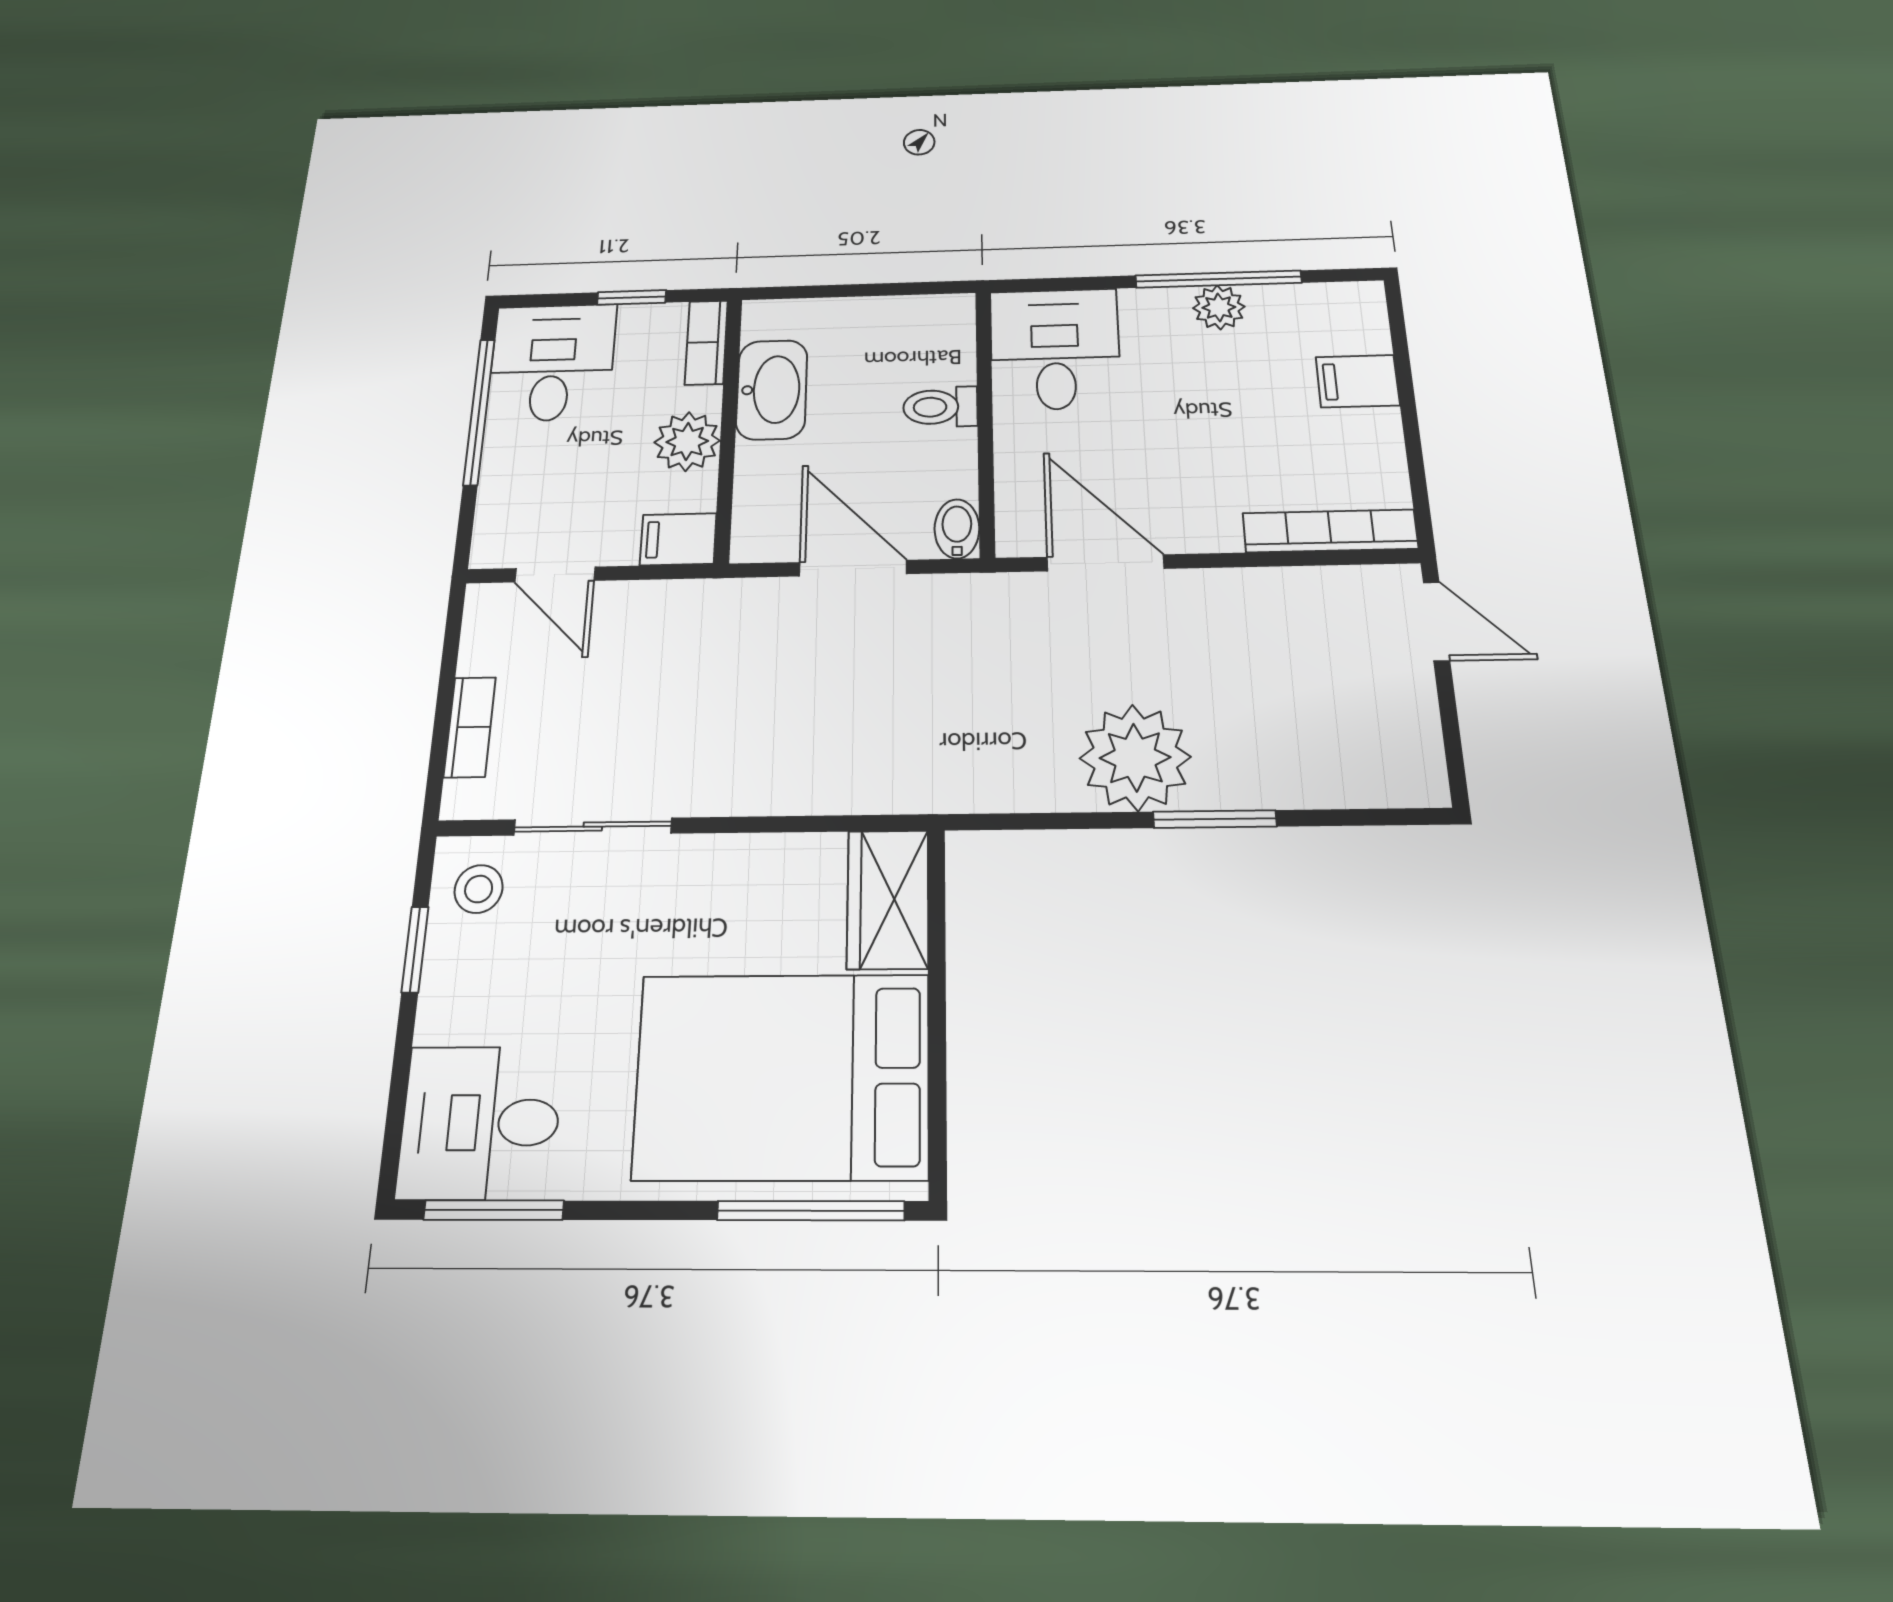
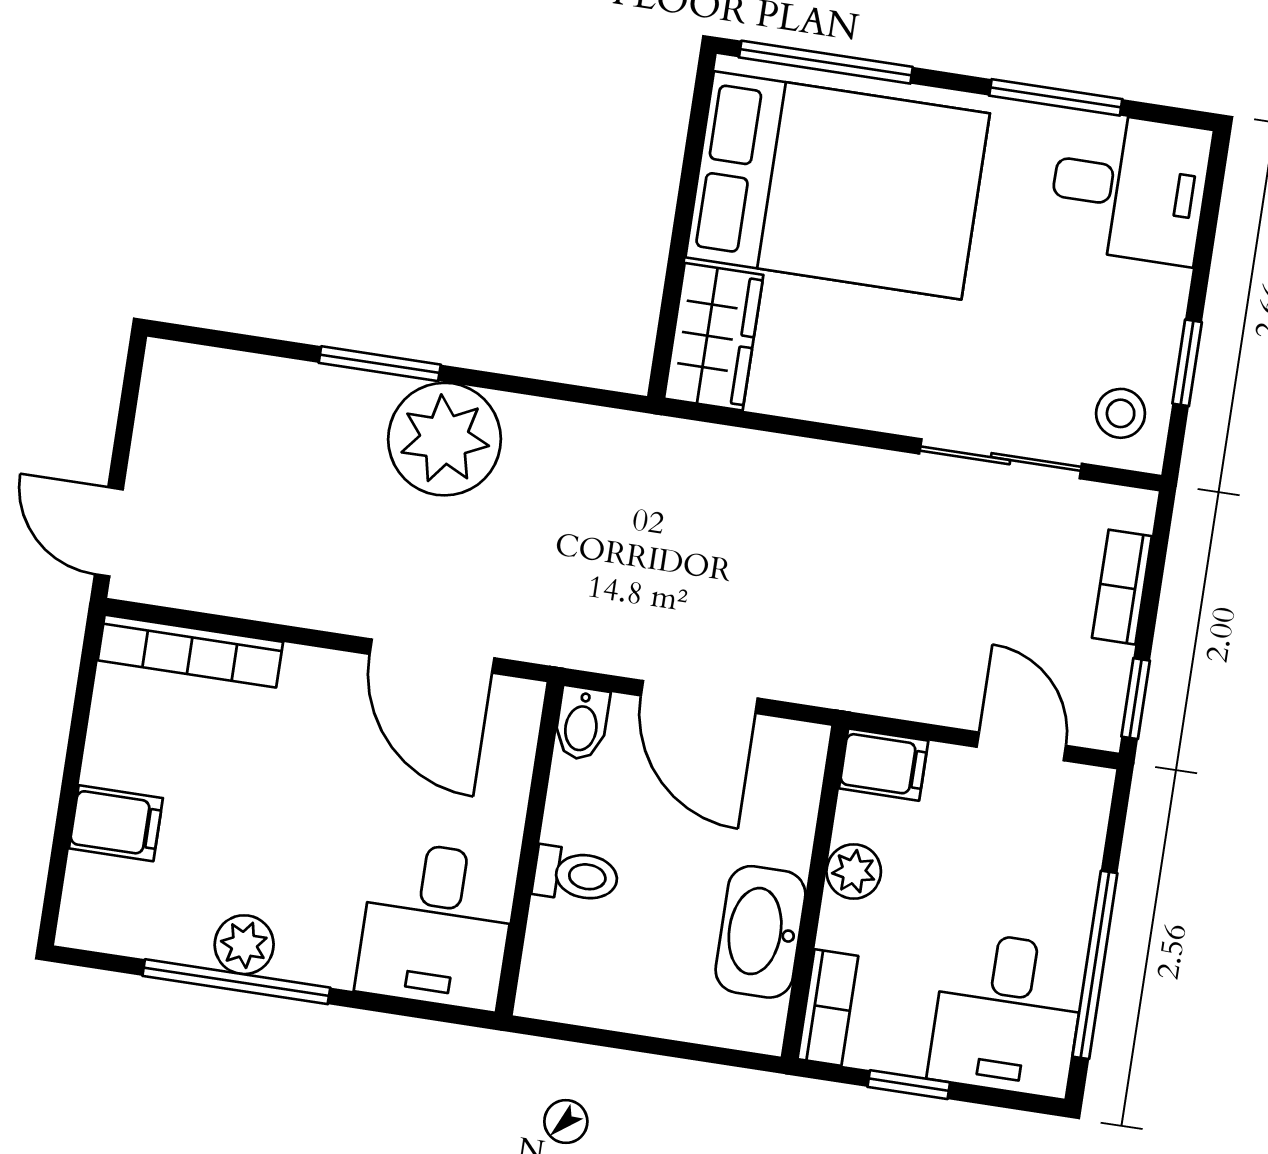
plant: (687, 441) -> (854, 871), width x0.73, depth x0.73
window: (453, 632) -> (1136, 699), added
window: (494, 1210) -> (1056, 97), moved

